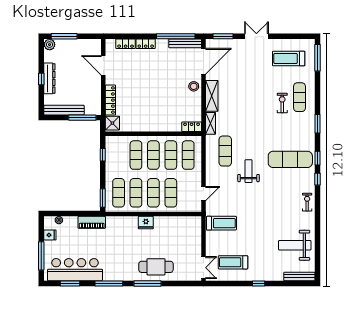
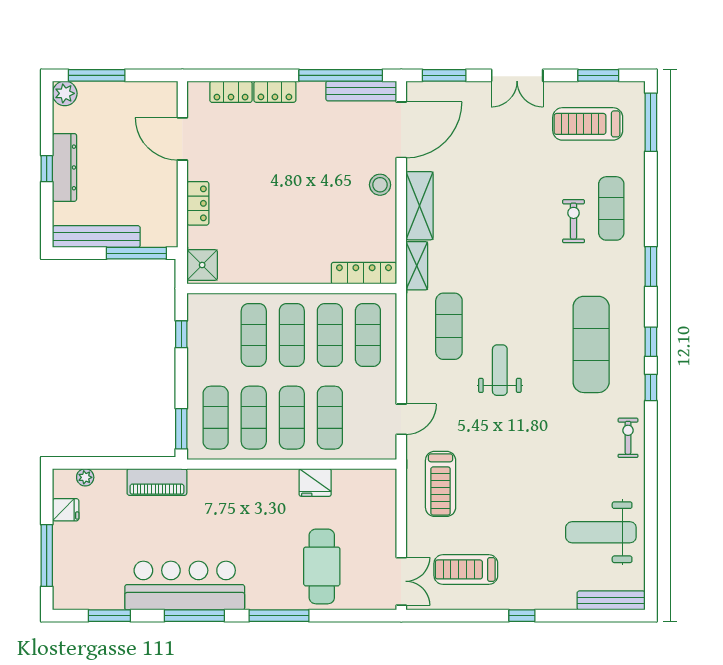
double door: (256, 36) -> (517, 75), swing flipped
window: (294, 36) -> (598, 75), added
locker: (110, 100) -> (198, 203), width x0.66
locker: (192, 127) -> (364, 273), width x1.53
exercise mat: (290, 159) -> (591, 344), turned 90
fridge: (146, 222) -> (315, 482), moved
treadmill: (221, 223) -> (441, 484), turned 90
cafe table: (156, 267) -> (322, 566), moved, turned 90
bar counter: (75, 270) -> (185, 586), moved

